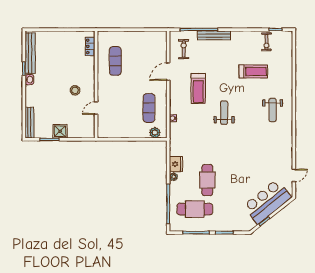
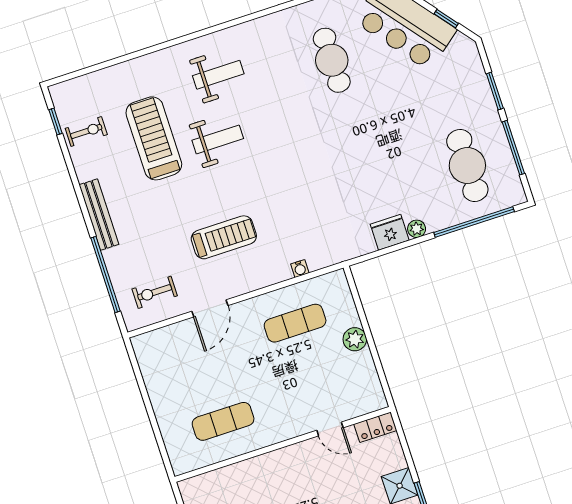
bench: (214, 35) -> (99, 215), moved
locker: (90, 46) -> (375, 427), moved
treadmill: (253, 71) -> (154, 138), width x1.37, depth x1.38
door: (168, 72) -> (210, 308), hinge flipped
stool: (75, 90) -> (308, 482), removed
weight bench: (224, 113) -> (218, 139), moved, turned 180
plant: (155, 133) -> (355, 339), moved
cafe table: (207, 180) -> (332, 60), moved, turned 90

